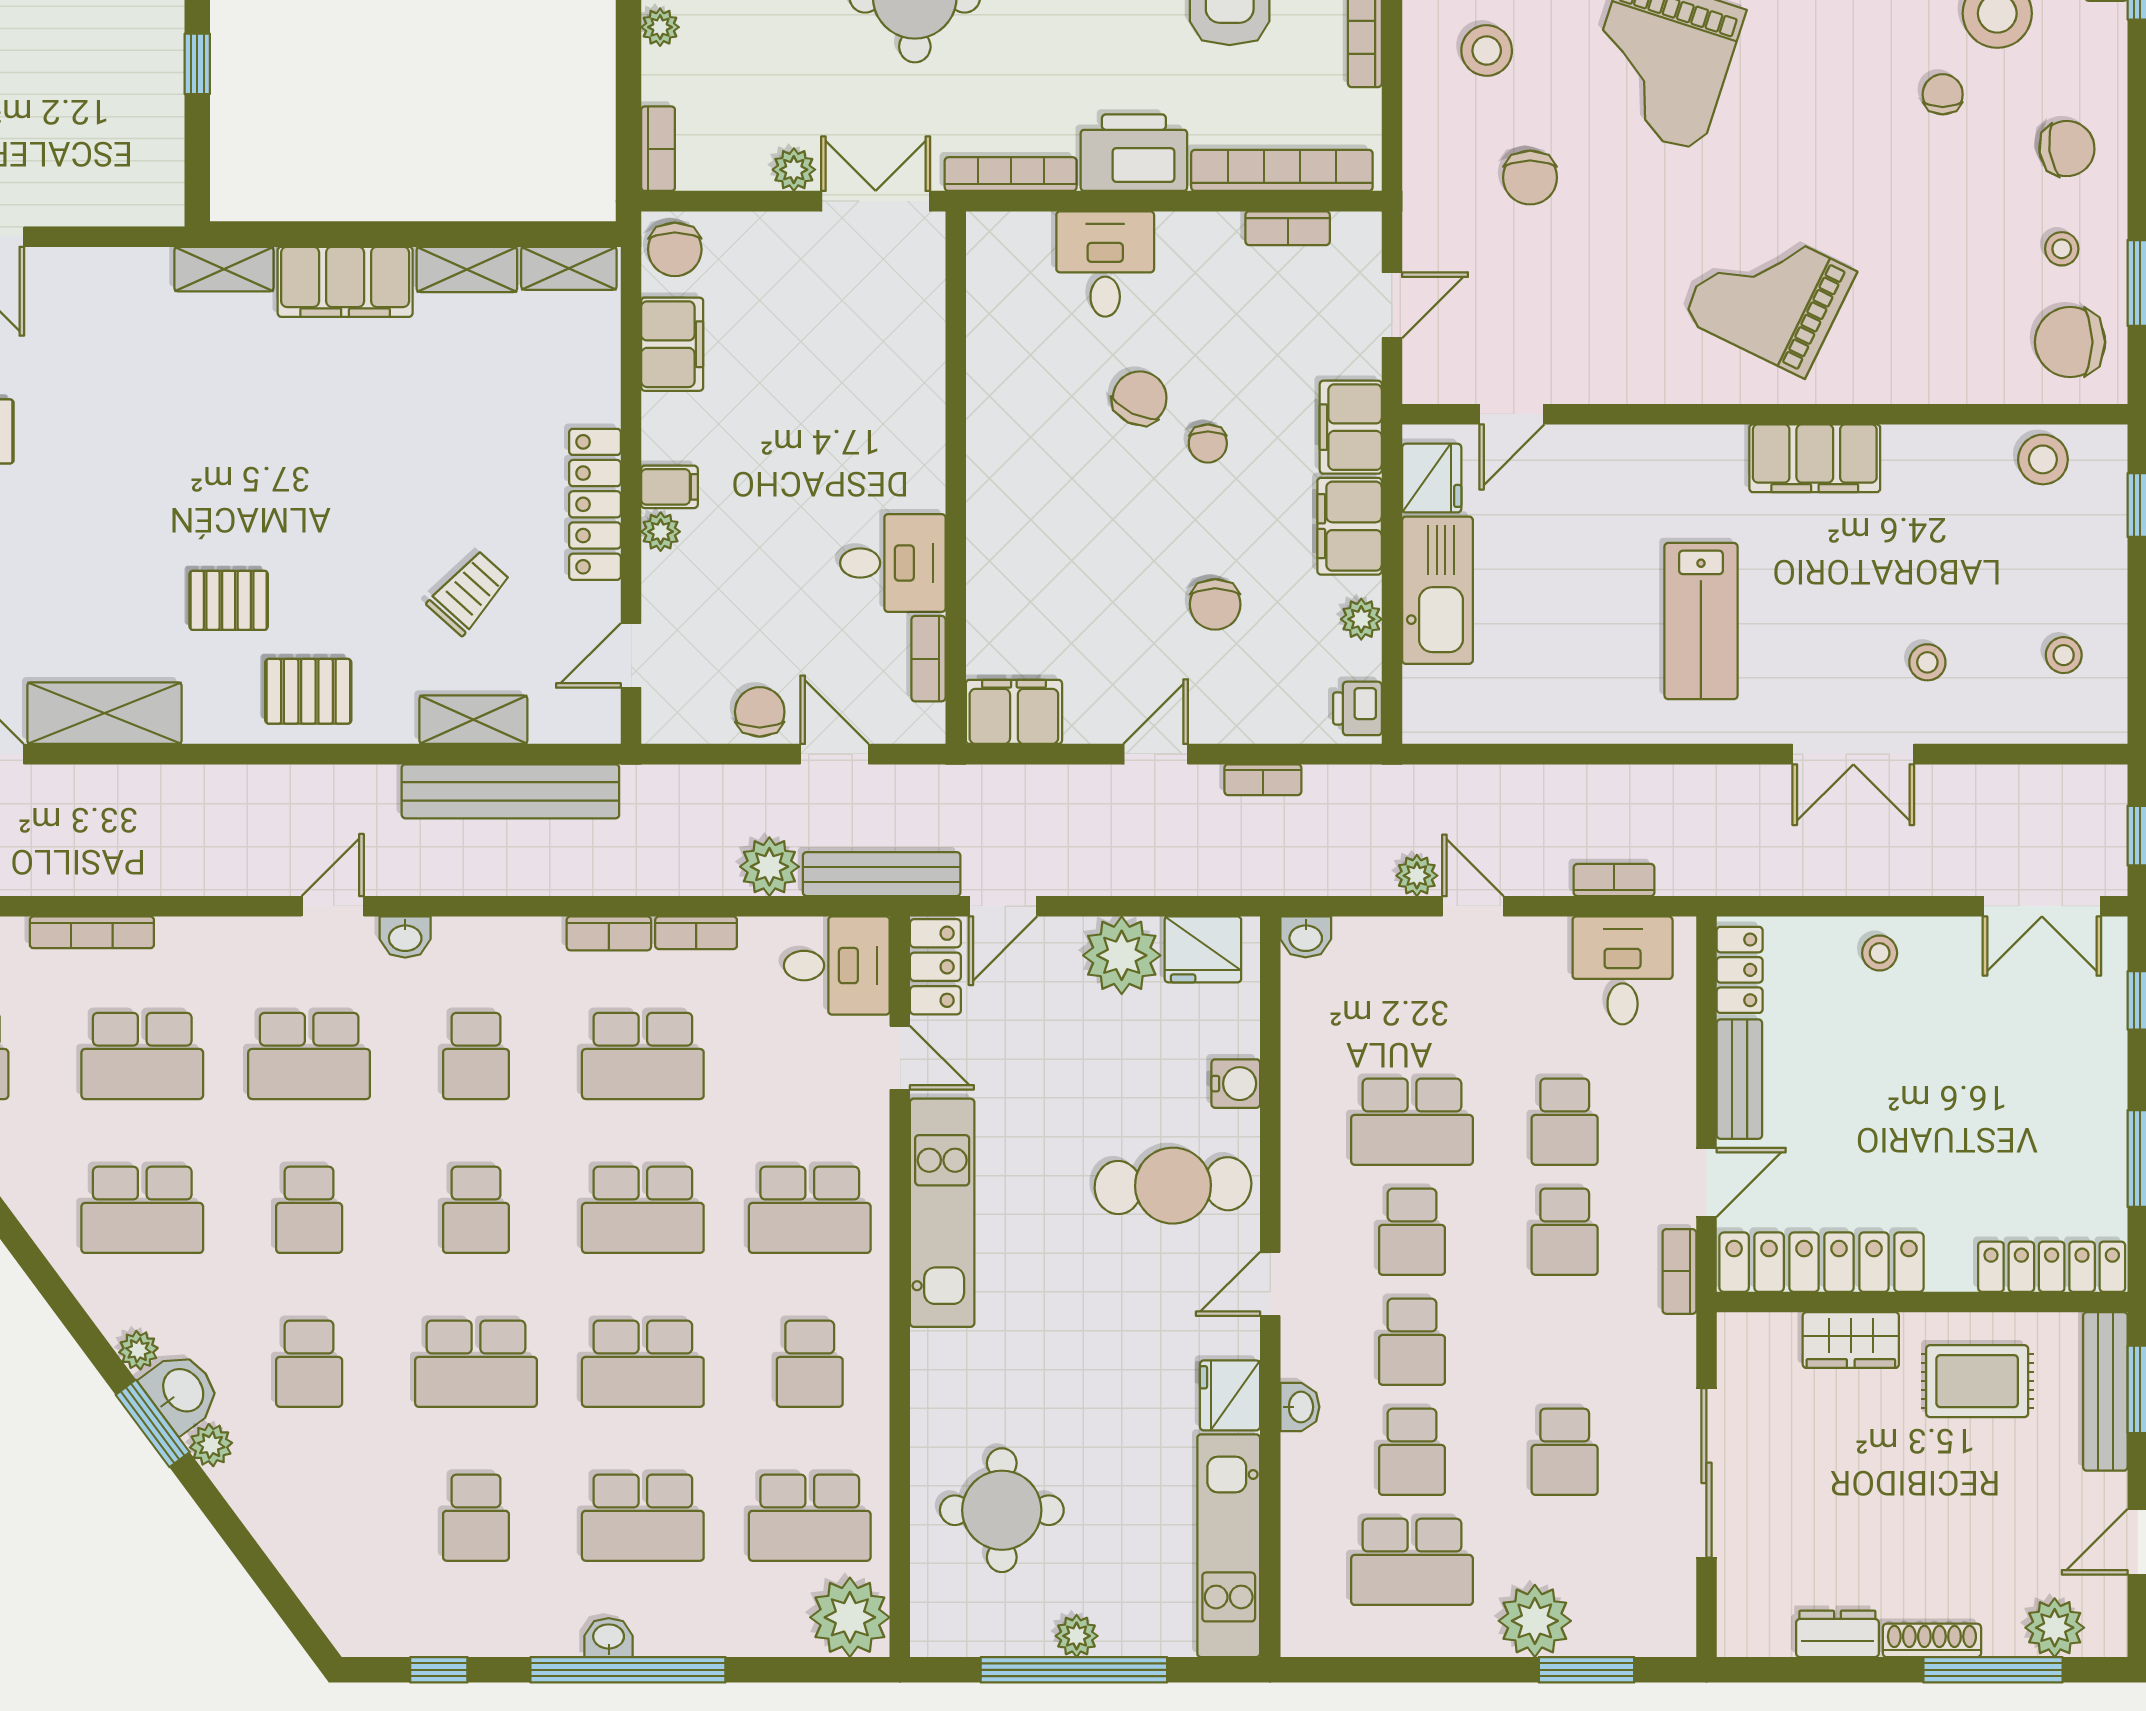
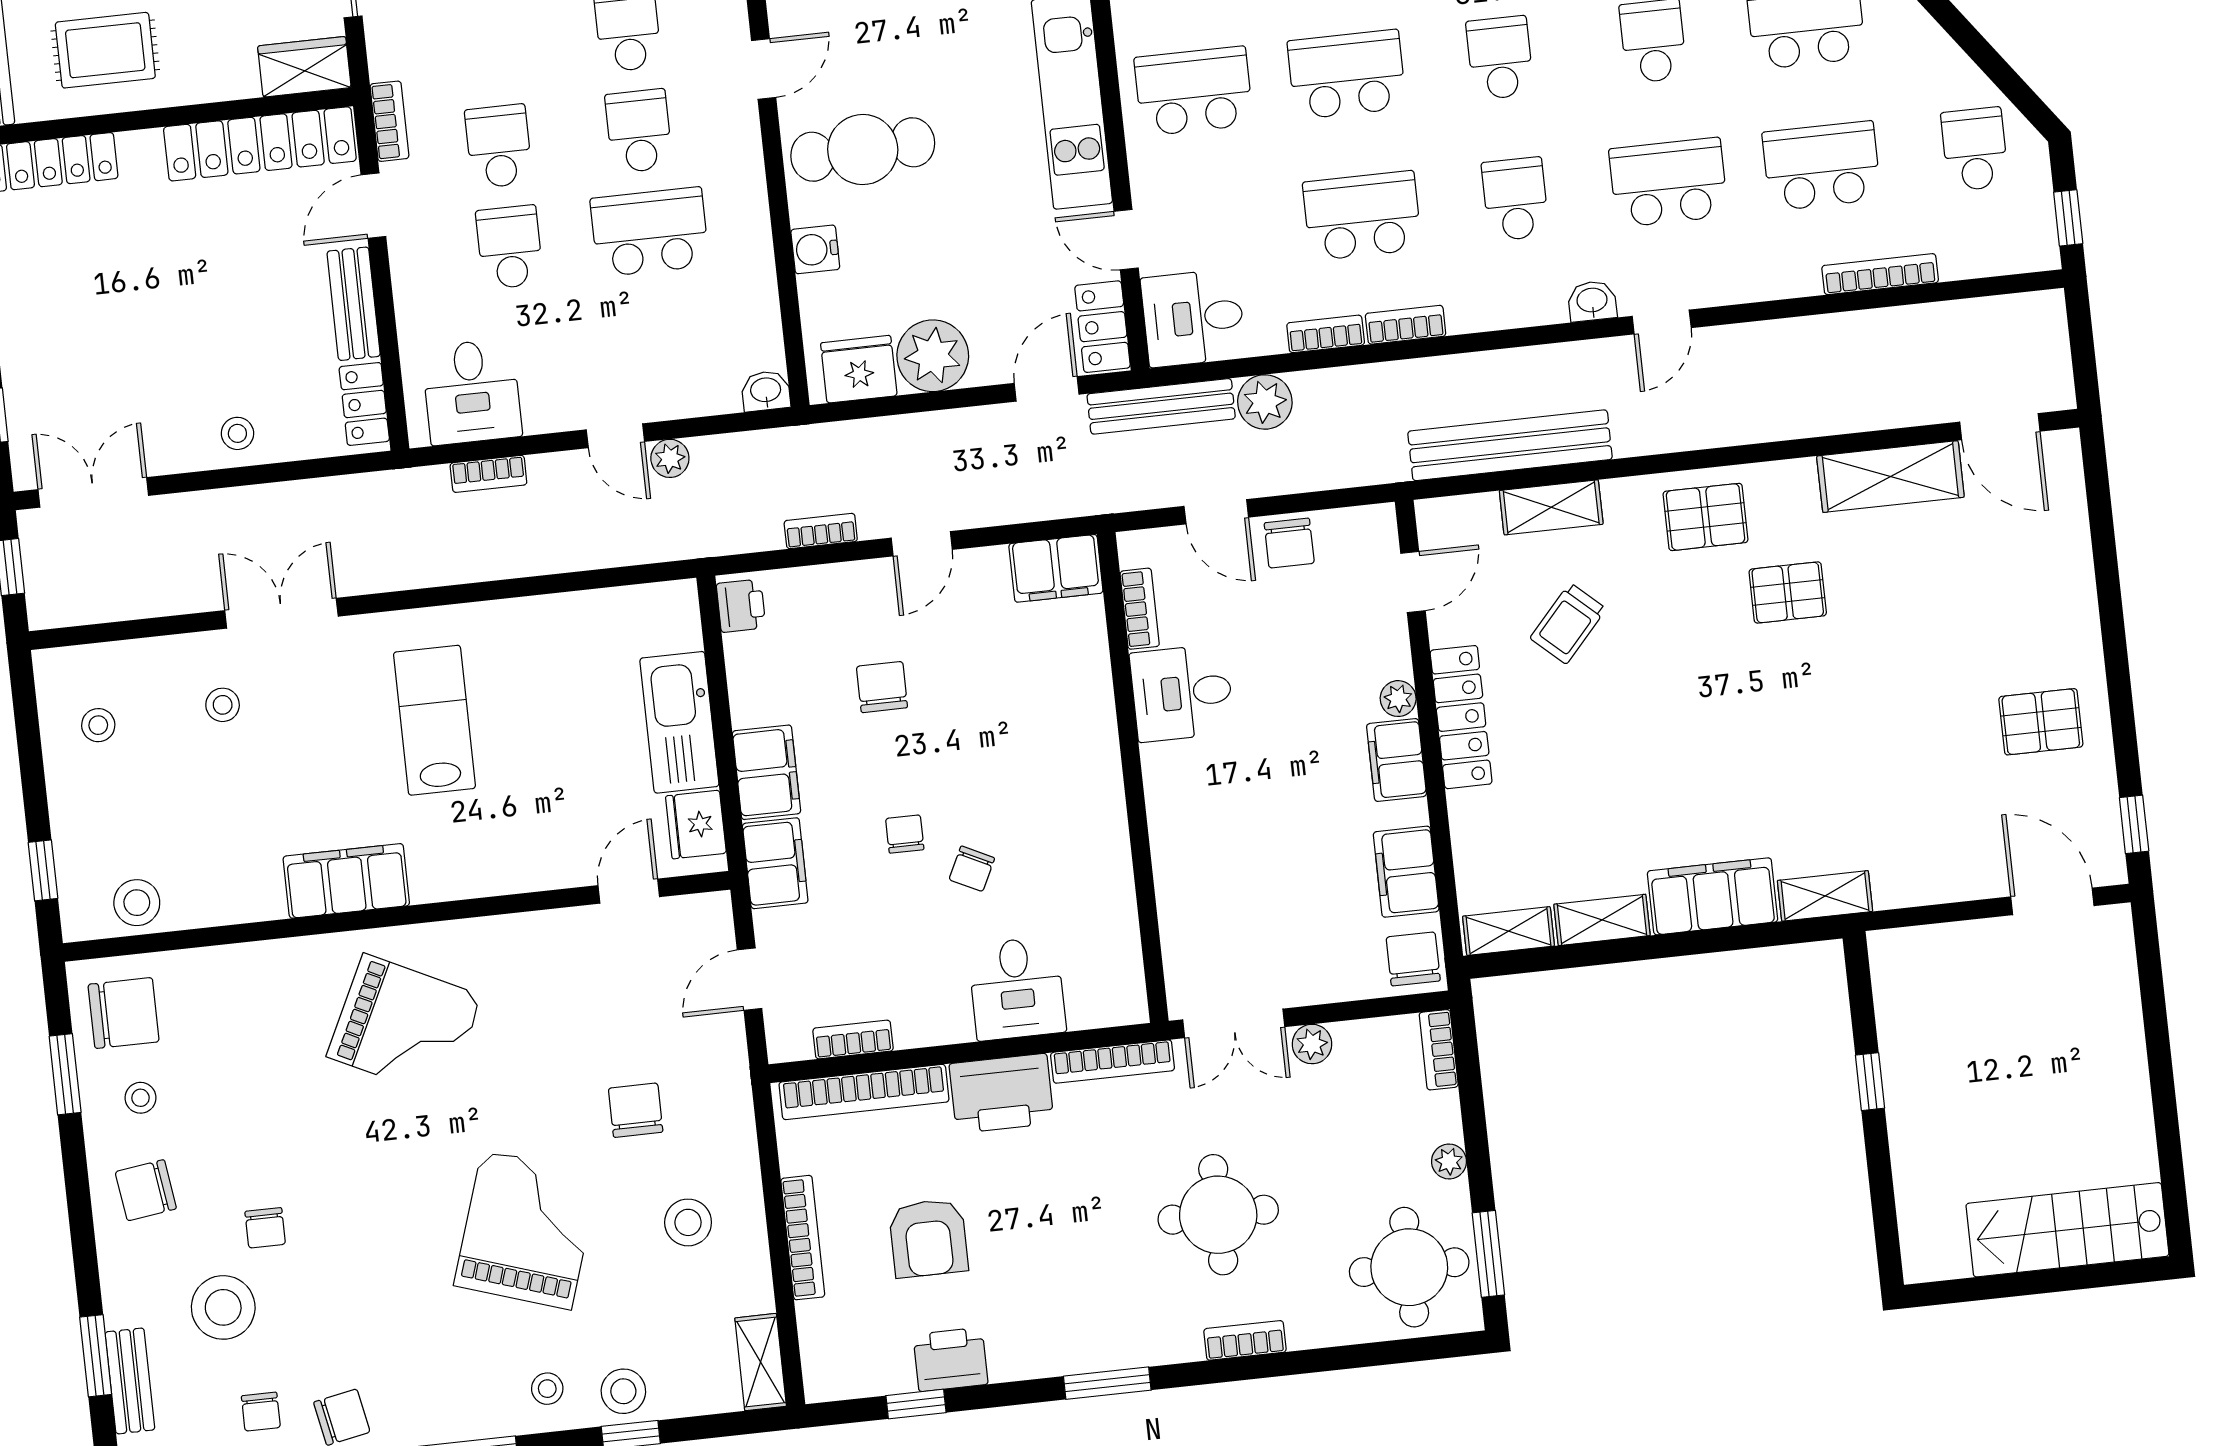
chair: (1140, 398) -> (972, 869), width x0.73, depth x0.73
filing cabinet: (669, 487) -> (1397, 760), width x2.00
plant: (1361, 619) -> (746, 688), removed
wardrobe: (1851, 1340) -> (304, 67), moved

